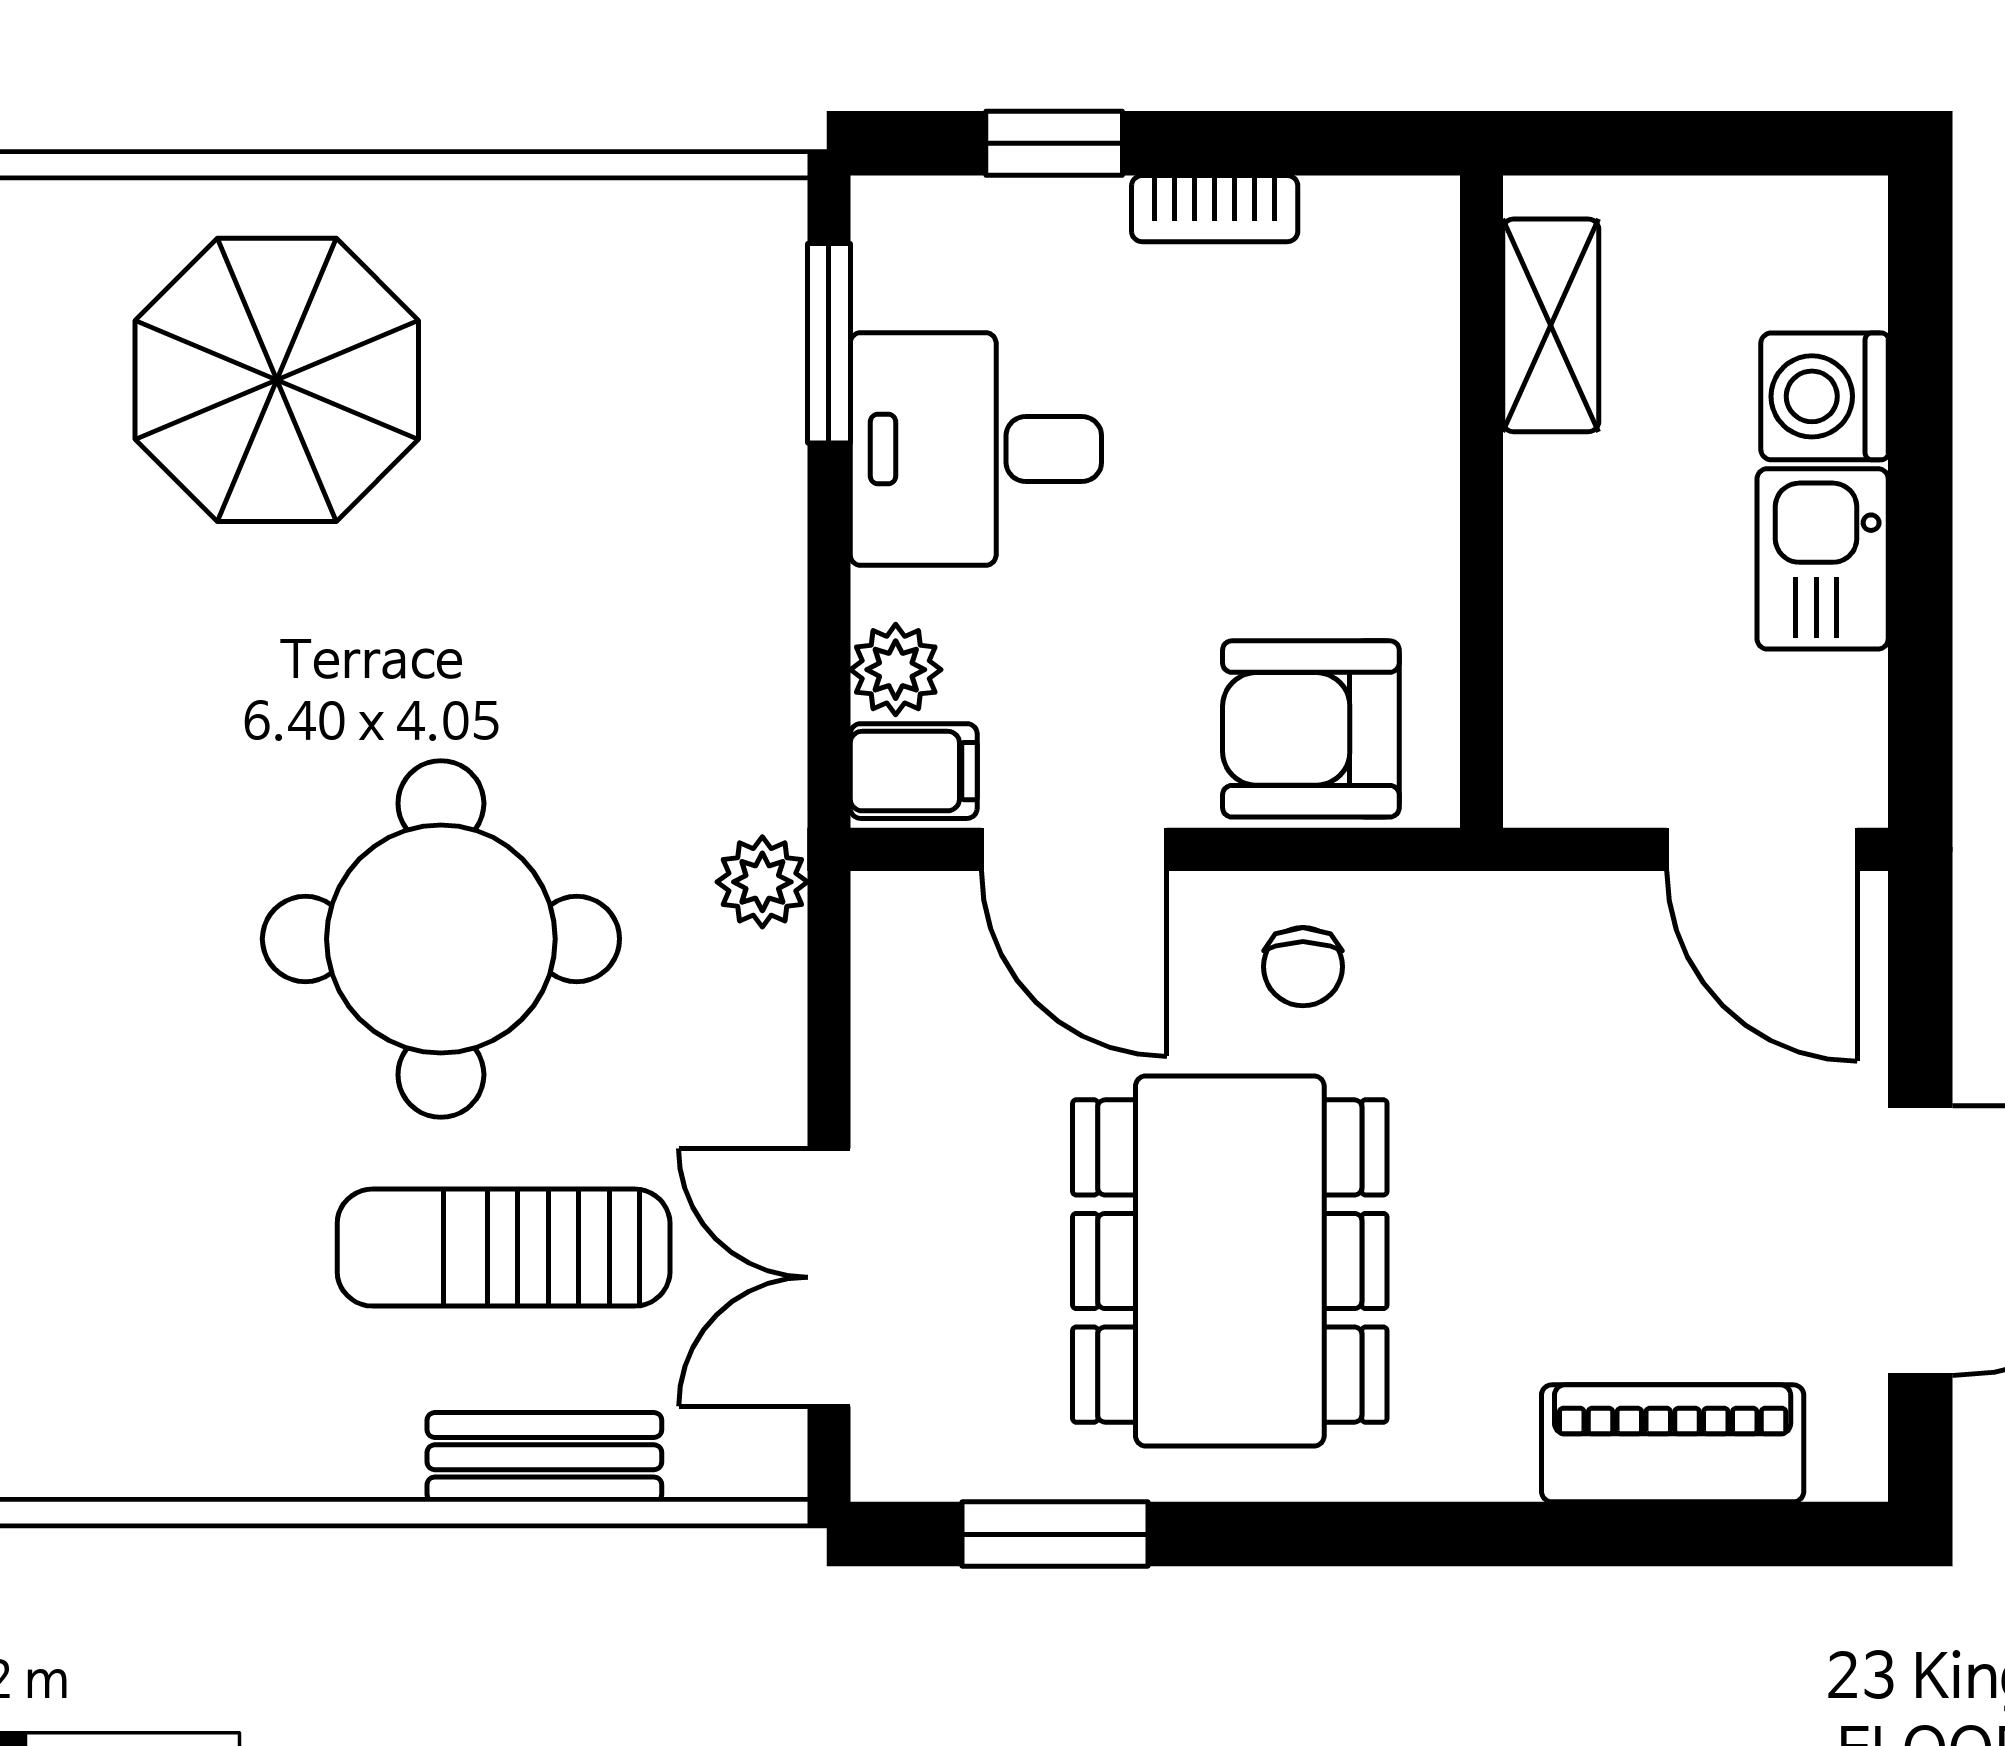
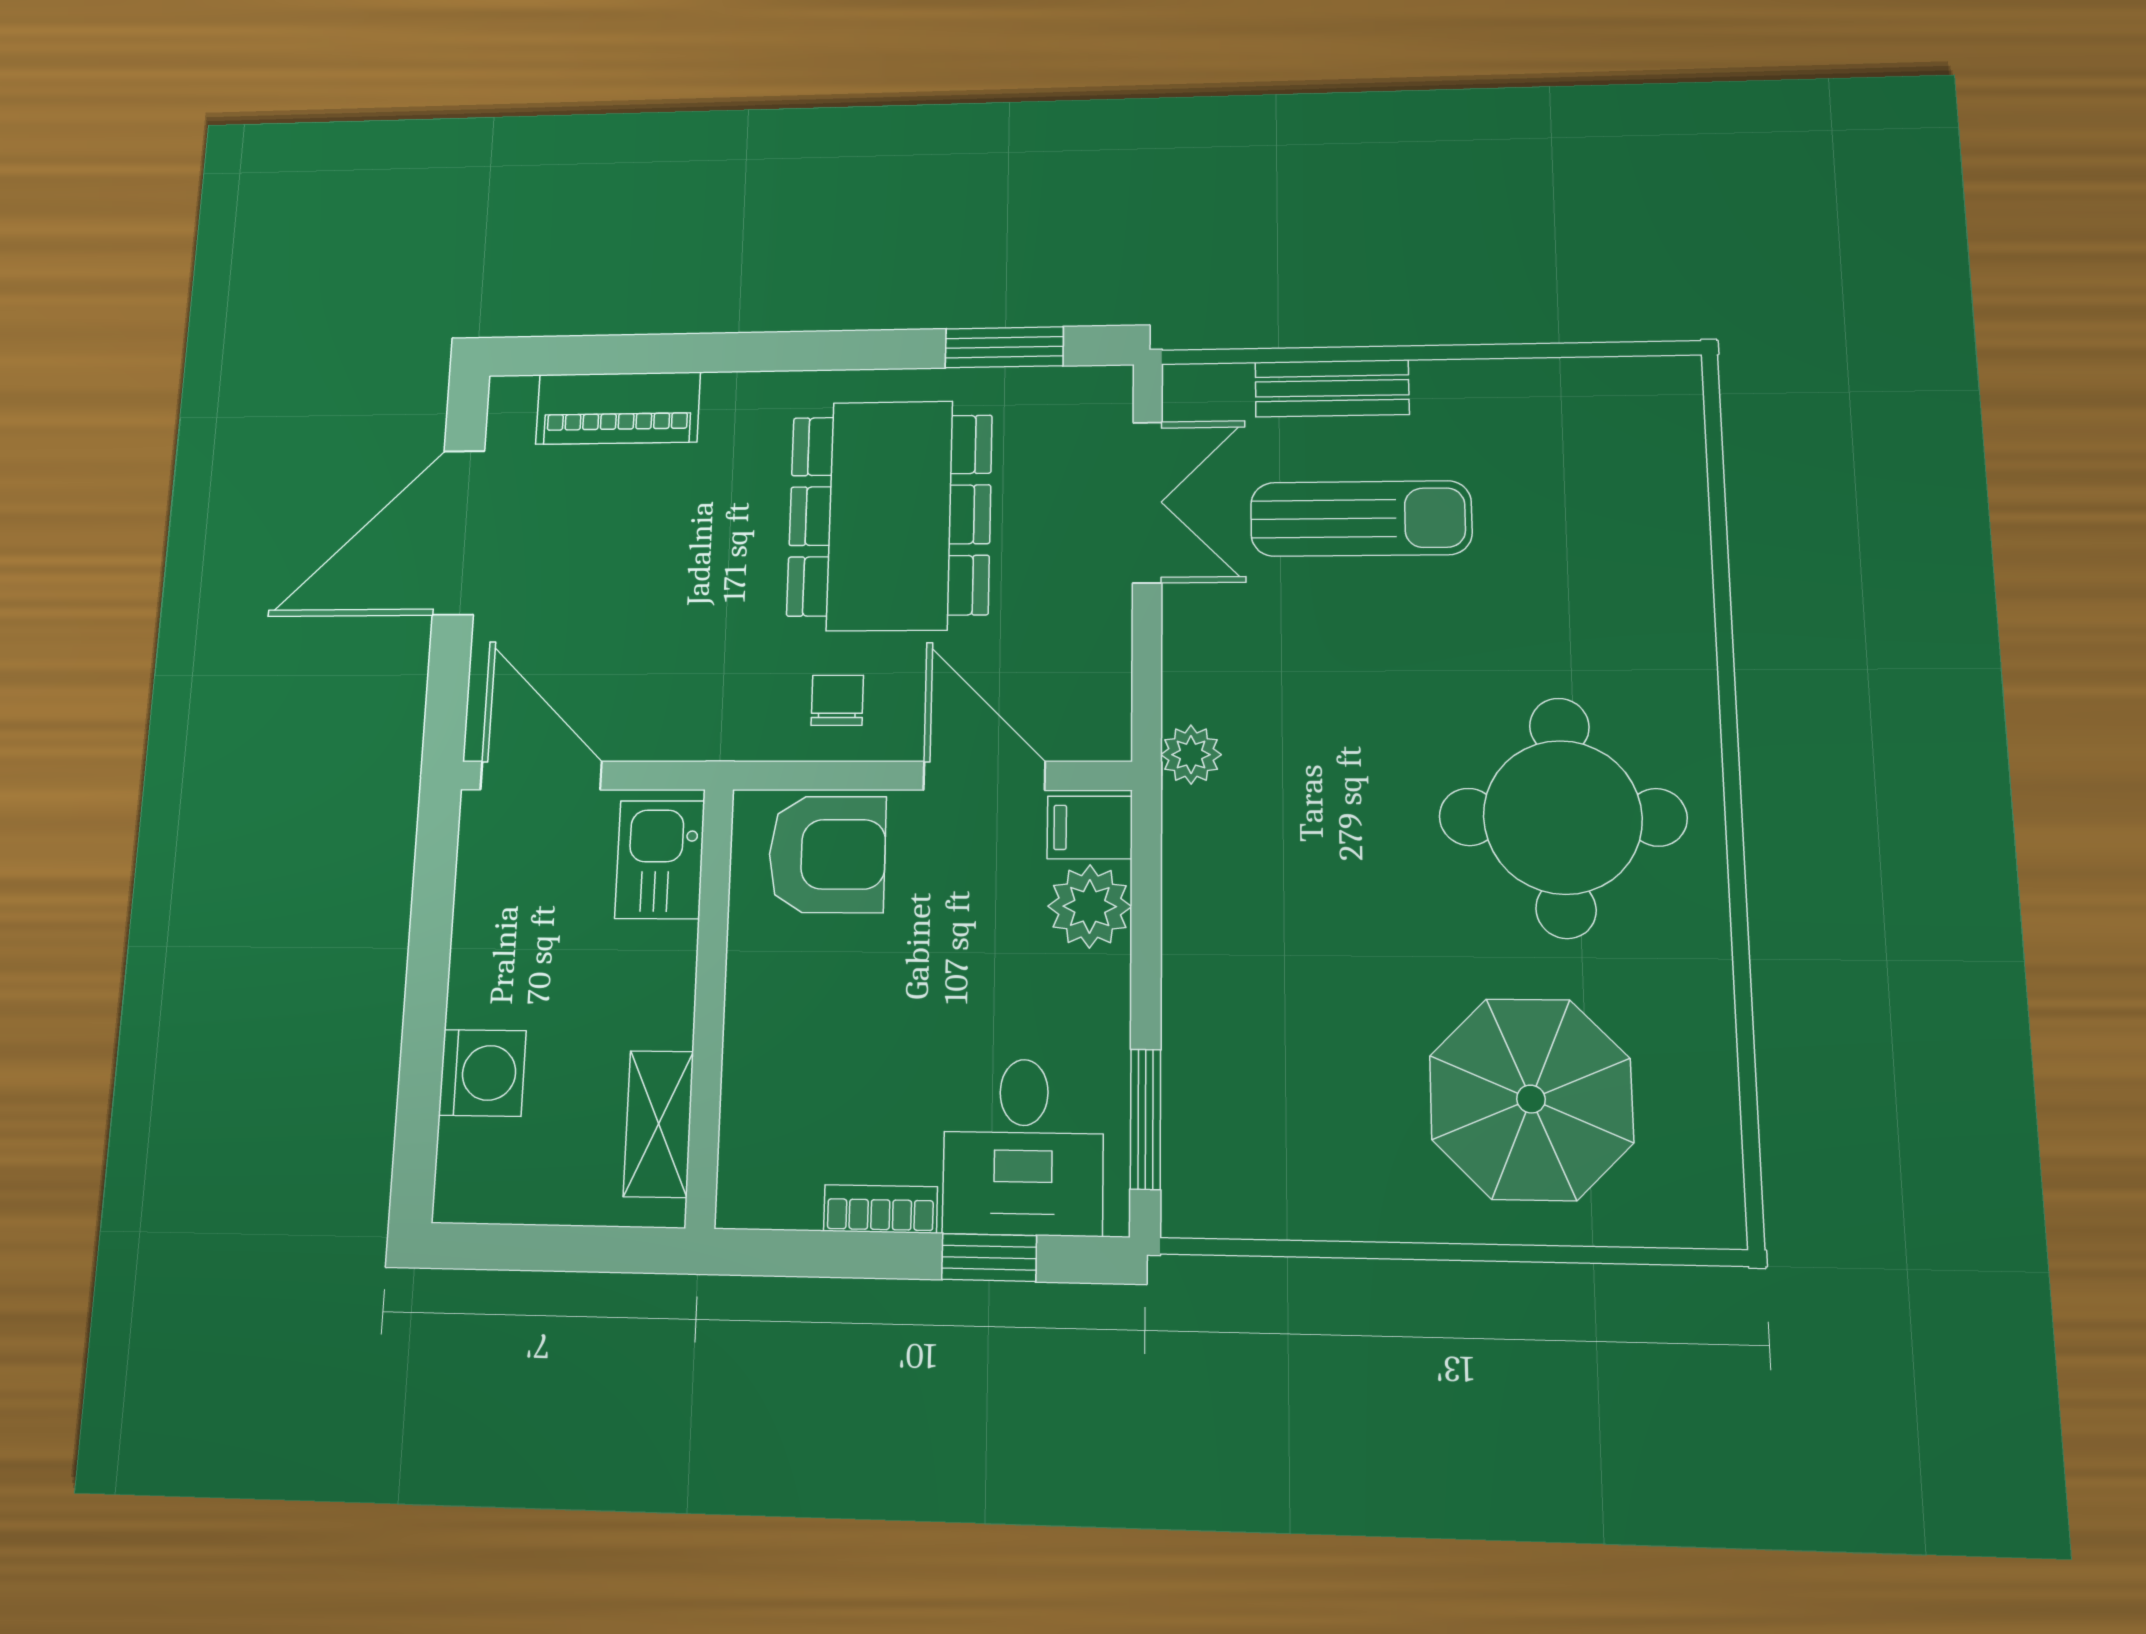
desk: (976, 449) -> (1023, 1147), moved, turned 90
kitchen sink: (1823, 559) -> (660, 860), moved, turned 180
plant: (896, 670) -> (1090, 906), width x1.38, depth x1.38
round table: (441, 939) -> (1563, 817), moved

